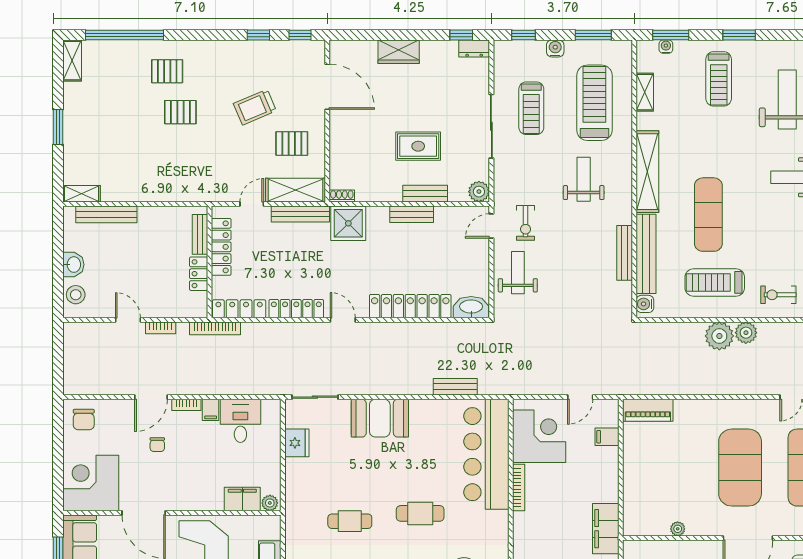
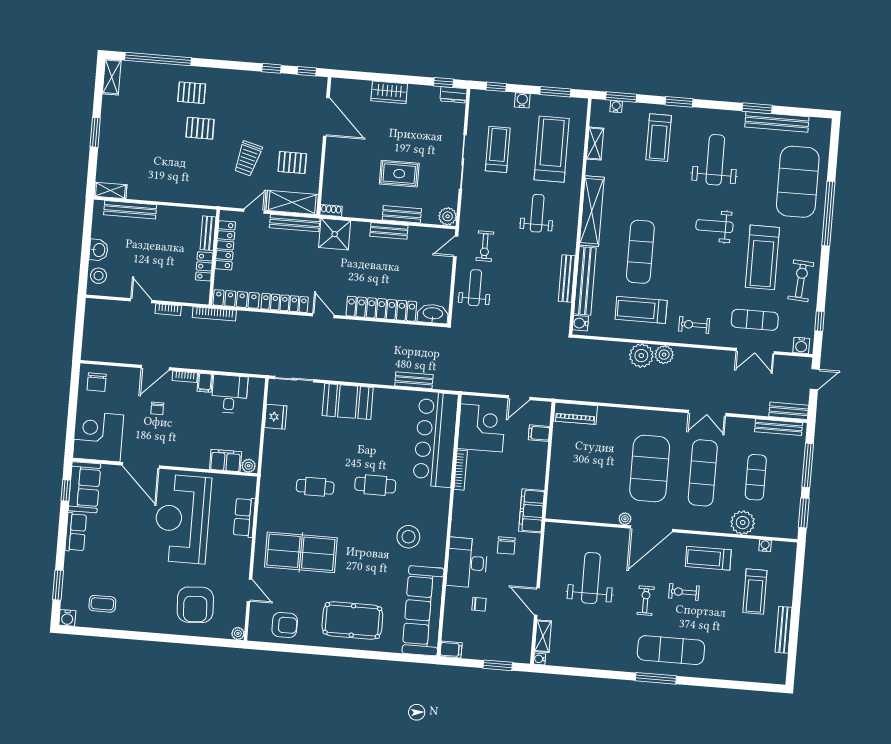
trolley: (255, 107) -> (248, 159), moved, turned -52
treadmill: (531, 108) -> (498, 149), turned 180
plant: (678, 529) -> (625, 519), moved

